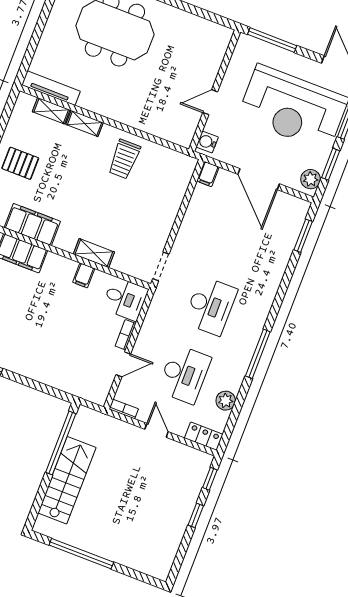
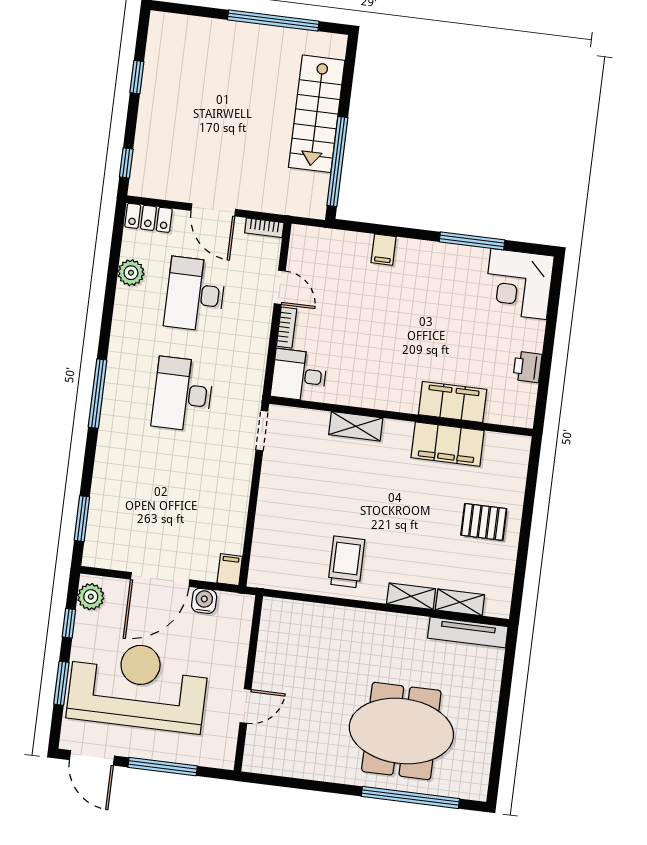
window: (272, 40) -> (163, 767), moved
door: (210, 102) -> (245, 706), moved
water cooler: (207, 142) -> (204, 601), moved, turned -90
window: (331, 164) -> (69, 623), width x0.67
door: (259, 179) -> (160, 580), swing flipped
filing cabinet: (84, 275) -> (384, 250), moved, turned 180
window: (258, 354) -> (98, 394), moved
door: (123, 364) -> (280, 287), swing flipped
door: (157, 430) -> (213, 210), width x1.37
window: (196, 515) -> (137, 77), moved

